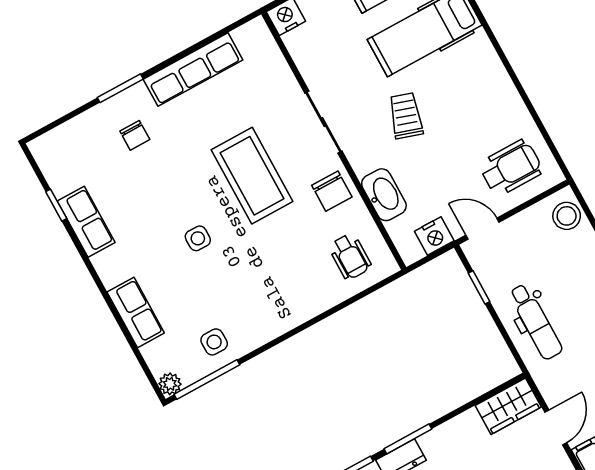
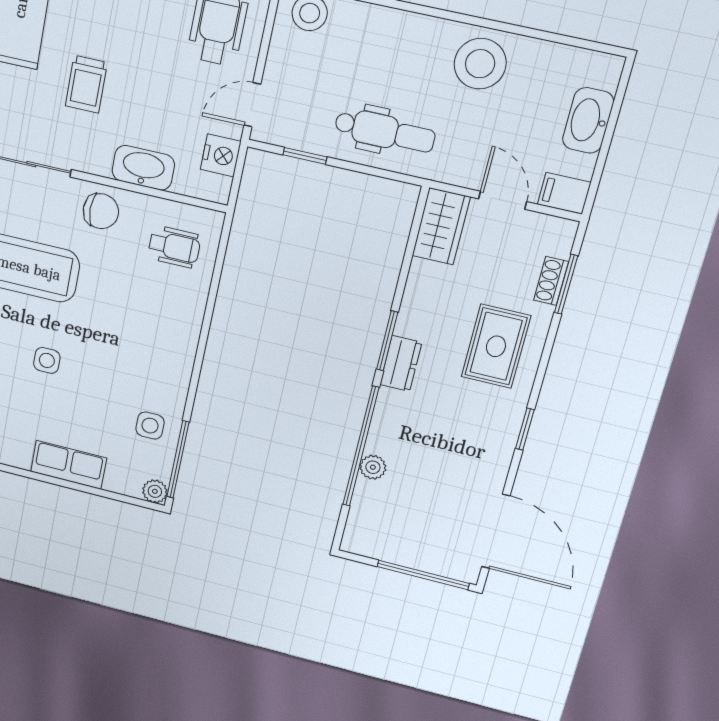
trolley: (406, 116) -> (86, 84), turned -108

